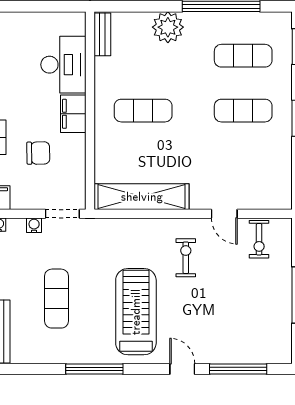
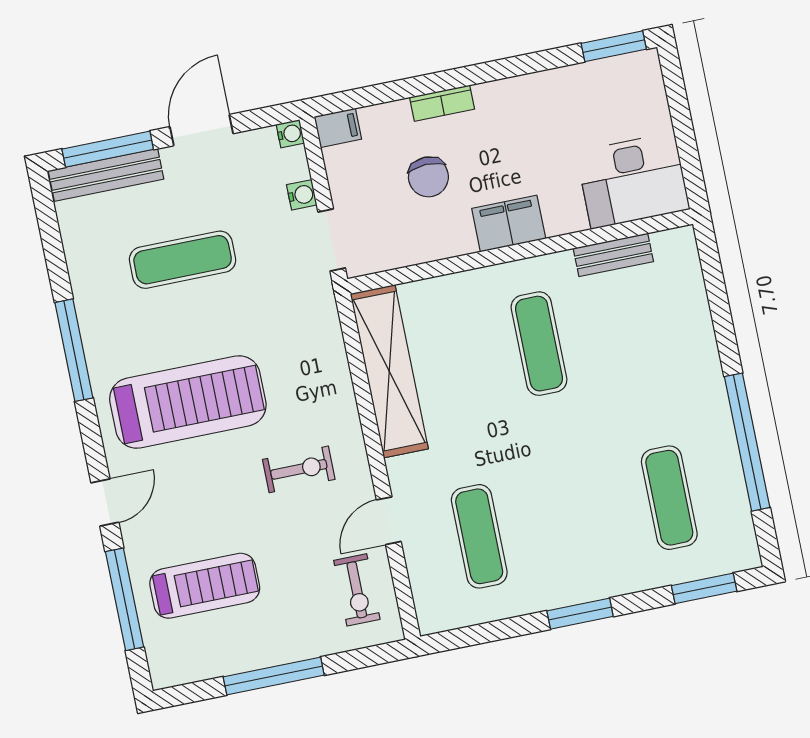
plant: (168, 27) -> (692, 357), removed
bench: (102, 34) -> (613, 255), moved
desk: (63, 65) -> (633, 180), moved
exercise mat: (243, 111) -> (479, 536), moved
exercise bike: (259, 239) -> (357, 590), turned -90
treadmill: (240, 323) -> (205, 586), added

